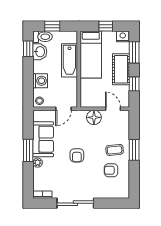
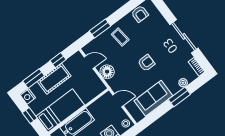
door: (113, 109) -> (89, 62), swing flipped
window: (28, 150) -> (179, 97), moved
window: (134, 150) -> (100, 28), moved
plant: (38, 163) -> (183, 83), moved
armchair: (111, 170) -> (140, 14), moved

